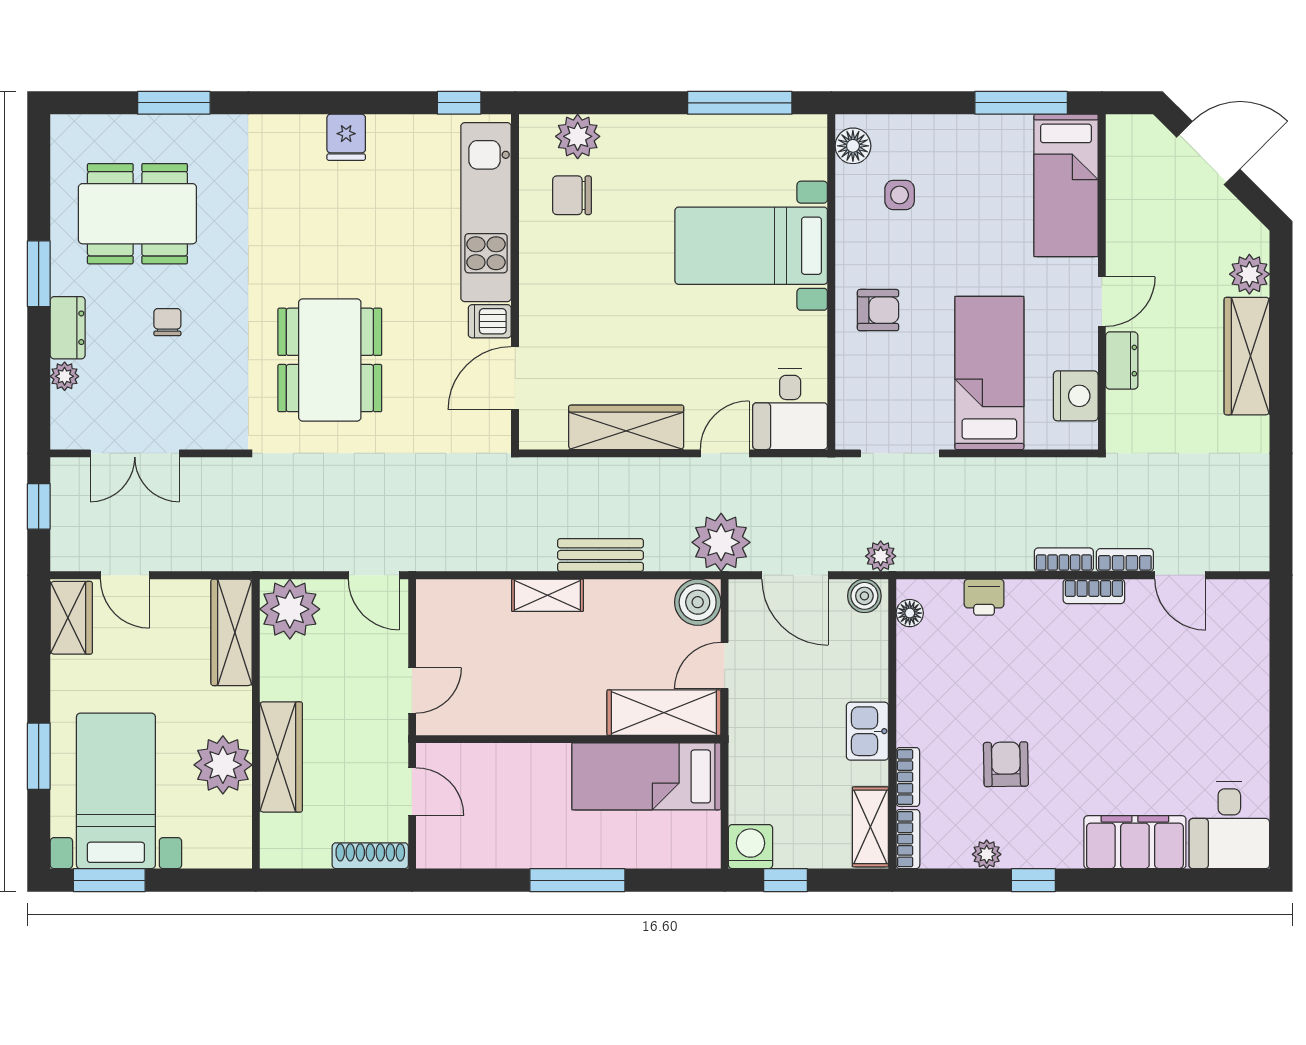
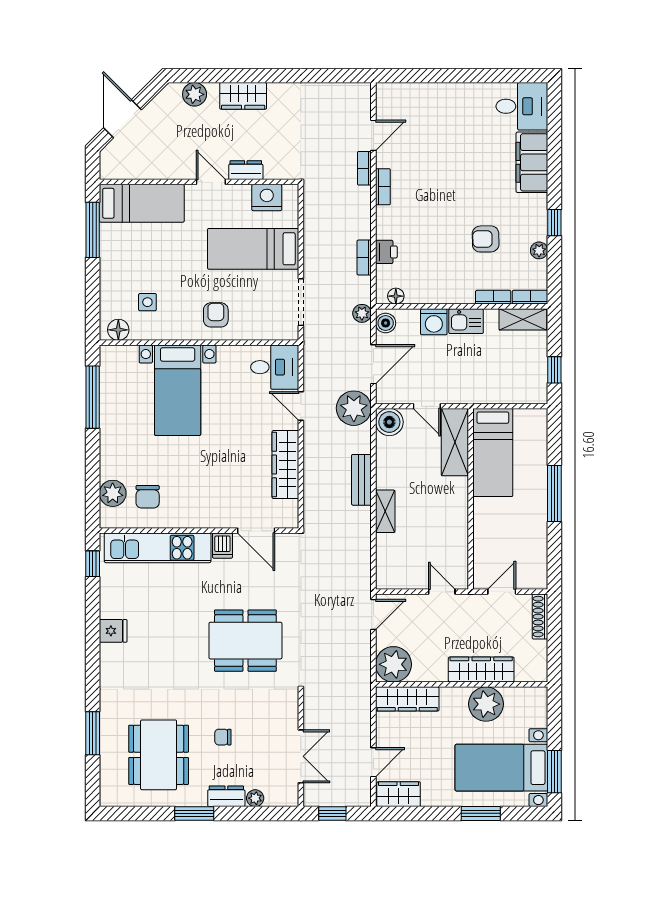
wardrobe: (1247, 356) -> (243, 96), width x0.67
bookcase: (1064, 560) -> (364, 258), moved
washing machine: (751, 847) -> (434, 322), moved, turned -90

